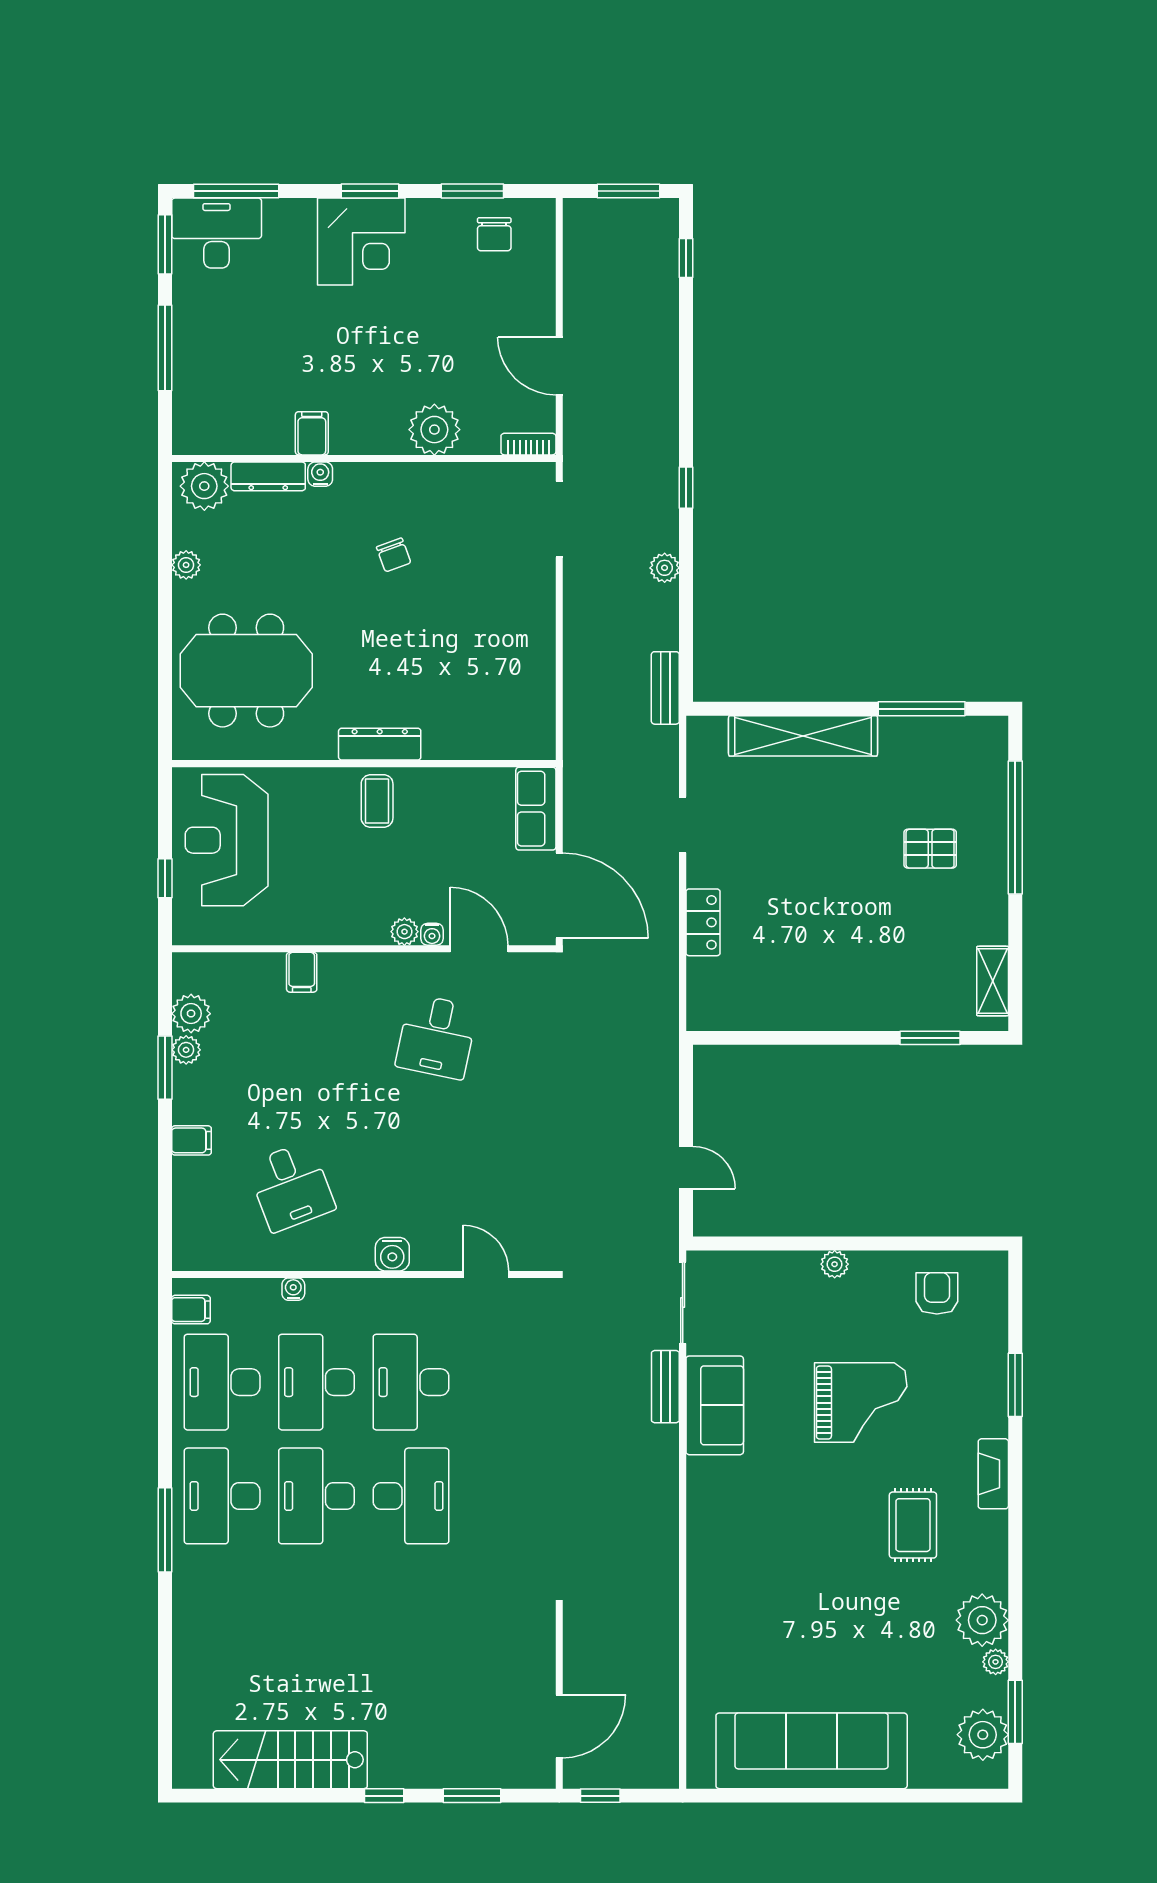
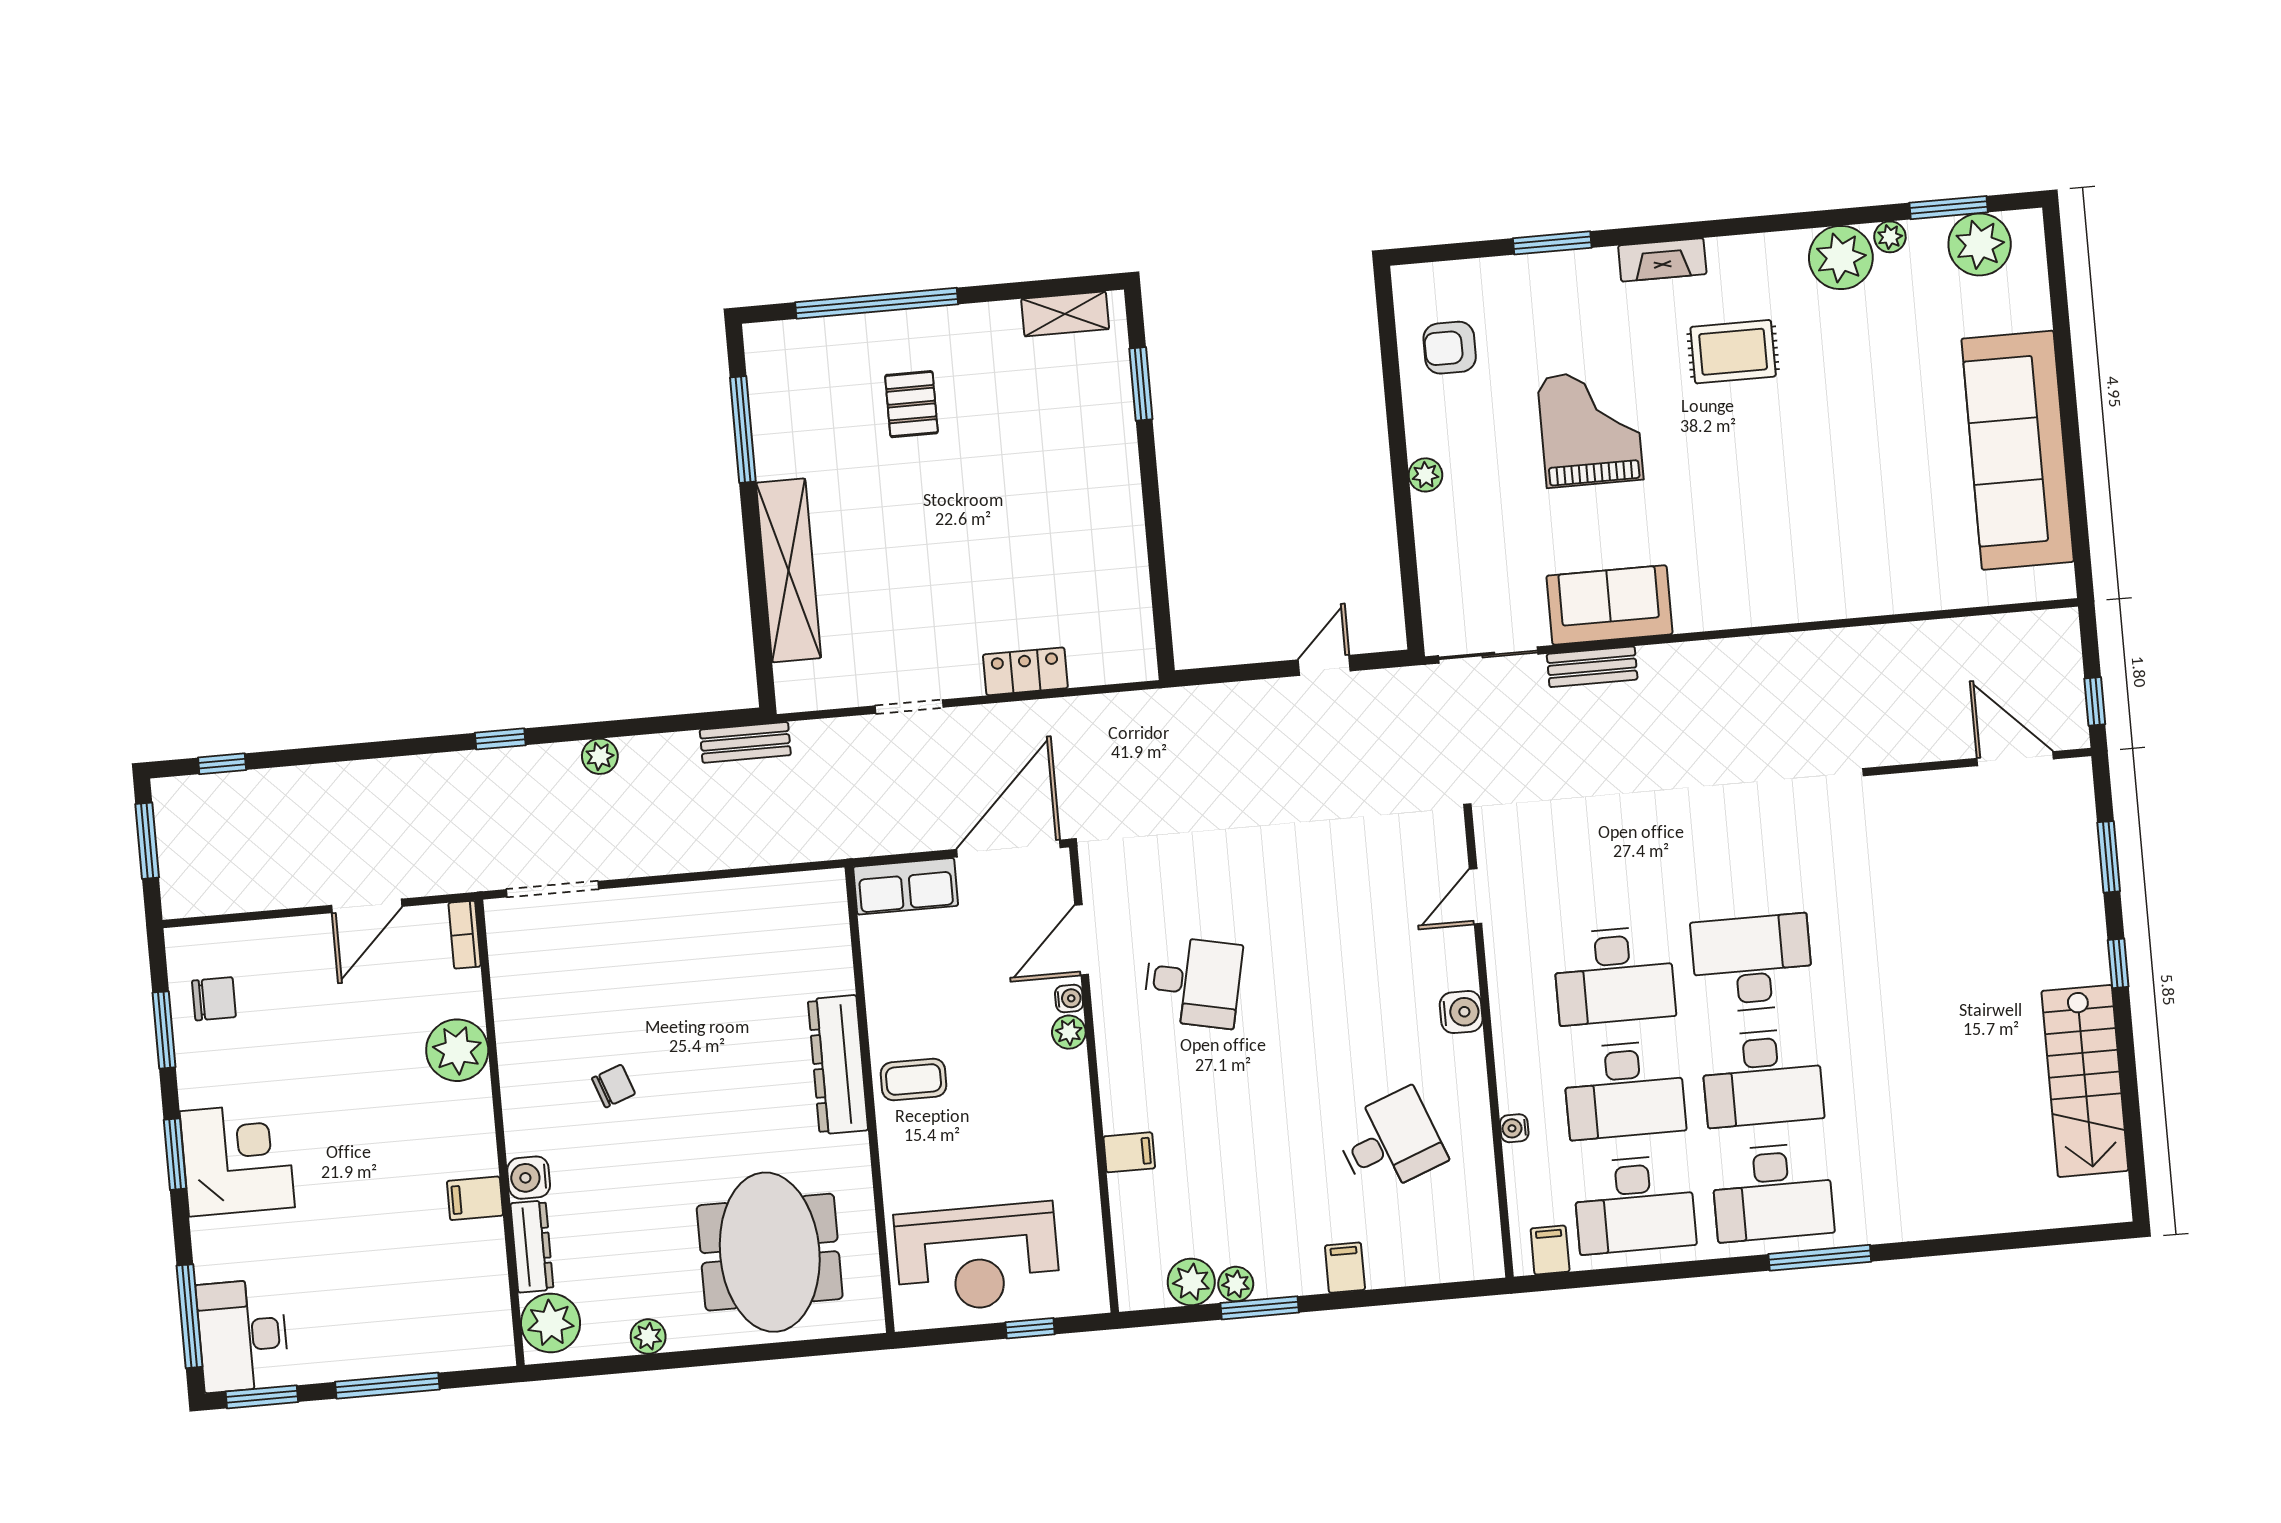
water cooler: (320, 474) -> (529, 1178), width x1.38, depth x1.38
dresser: (380, 744) -> (838, 1065), width x1.37, depth x1.24

